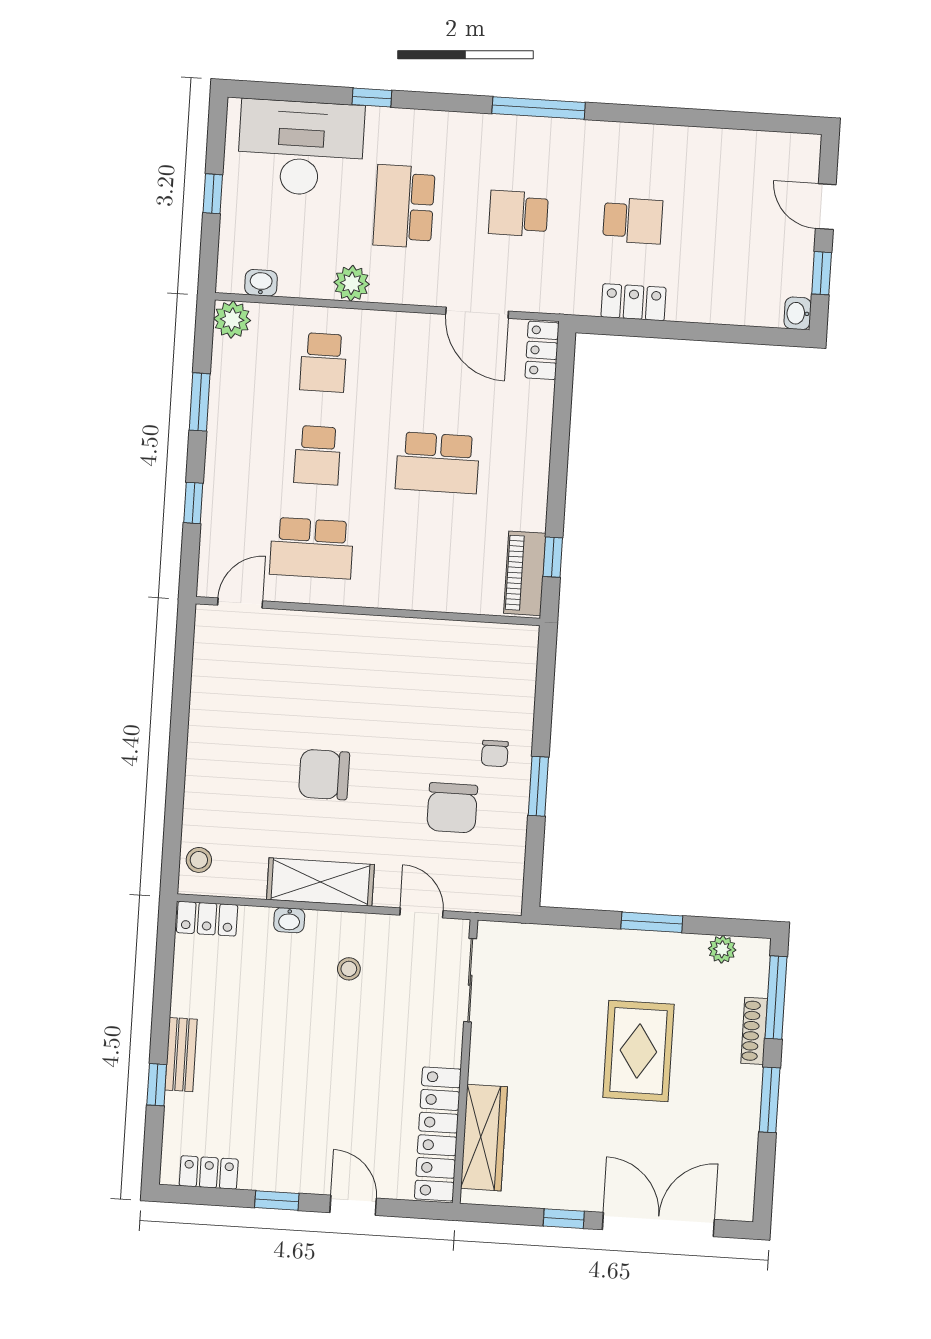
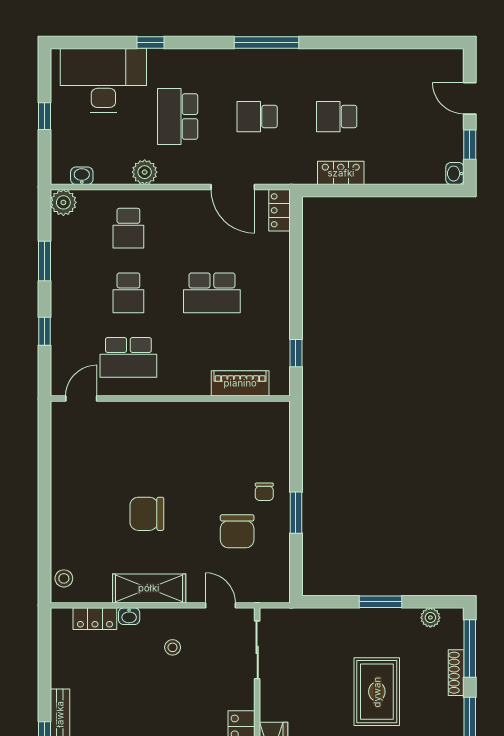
school desk: (633, 221) -> (337, 117), turned 180
piano: (525, 573) -> (240, 383), moved, turned 90
locker: (207, 919) -> (95, 619), moved

